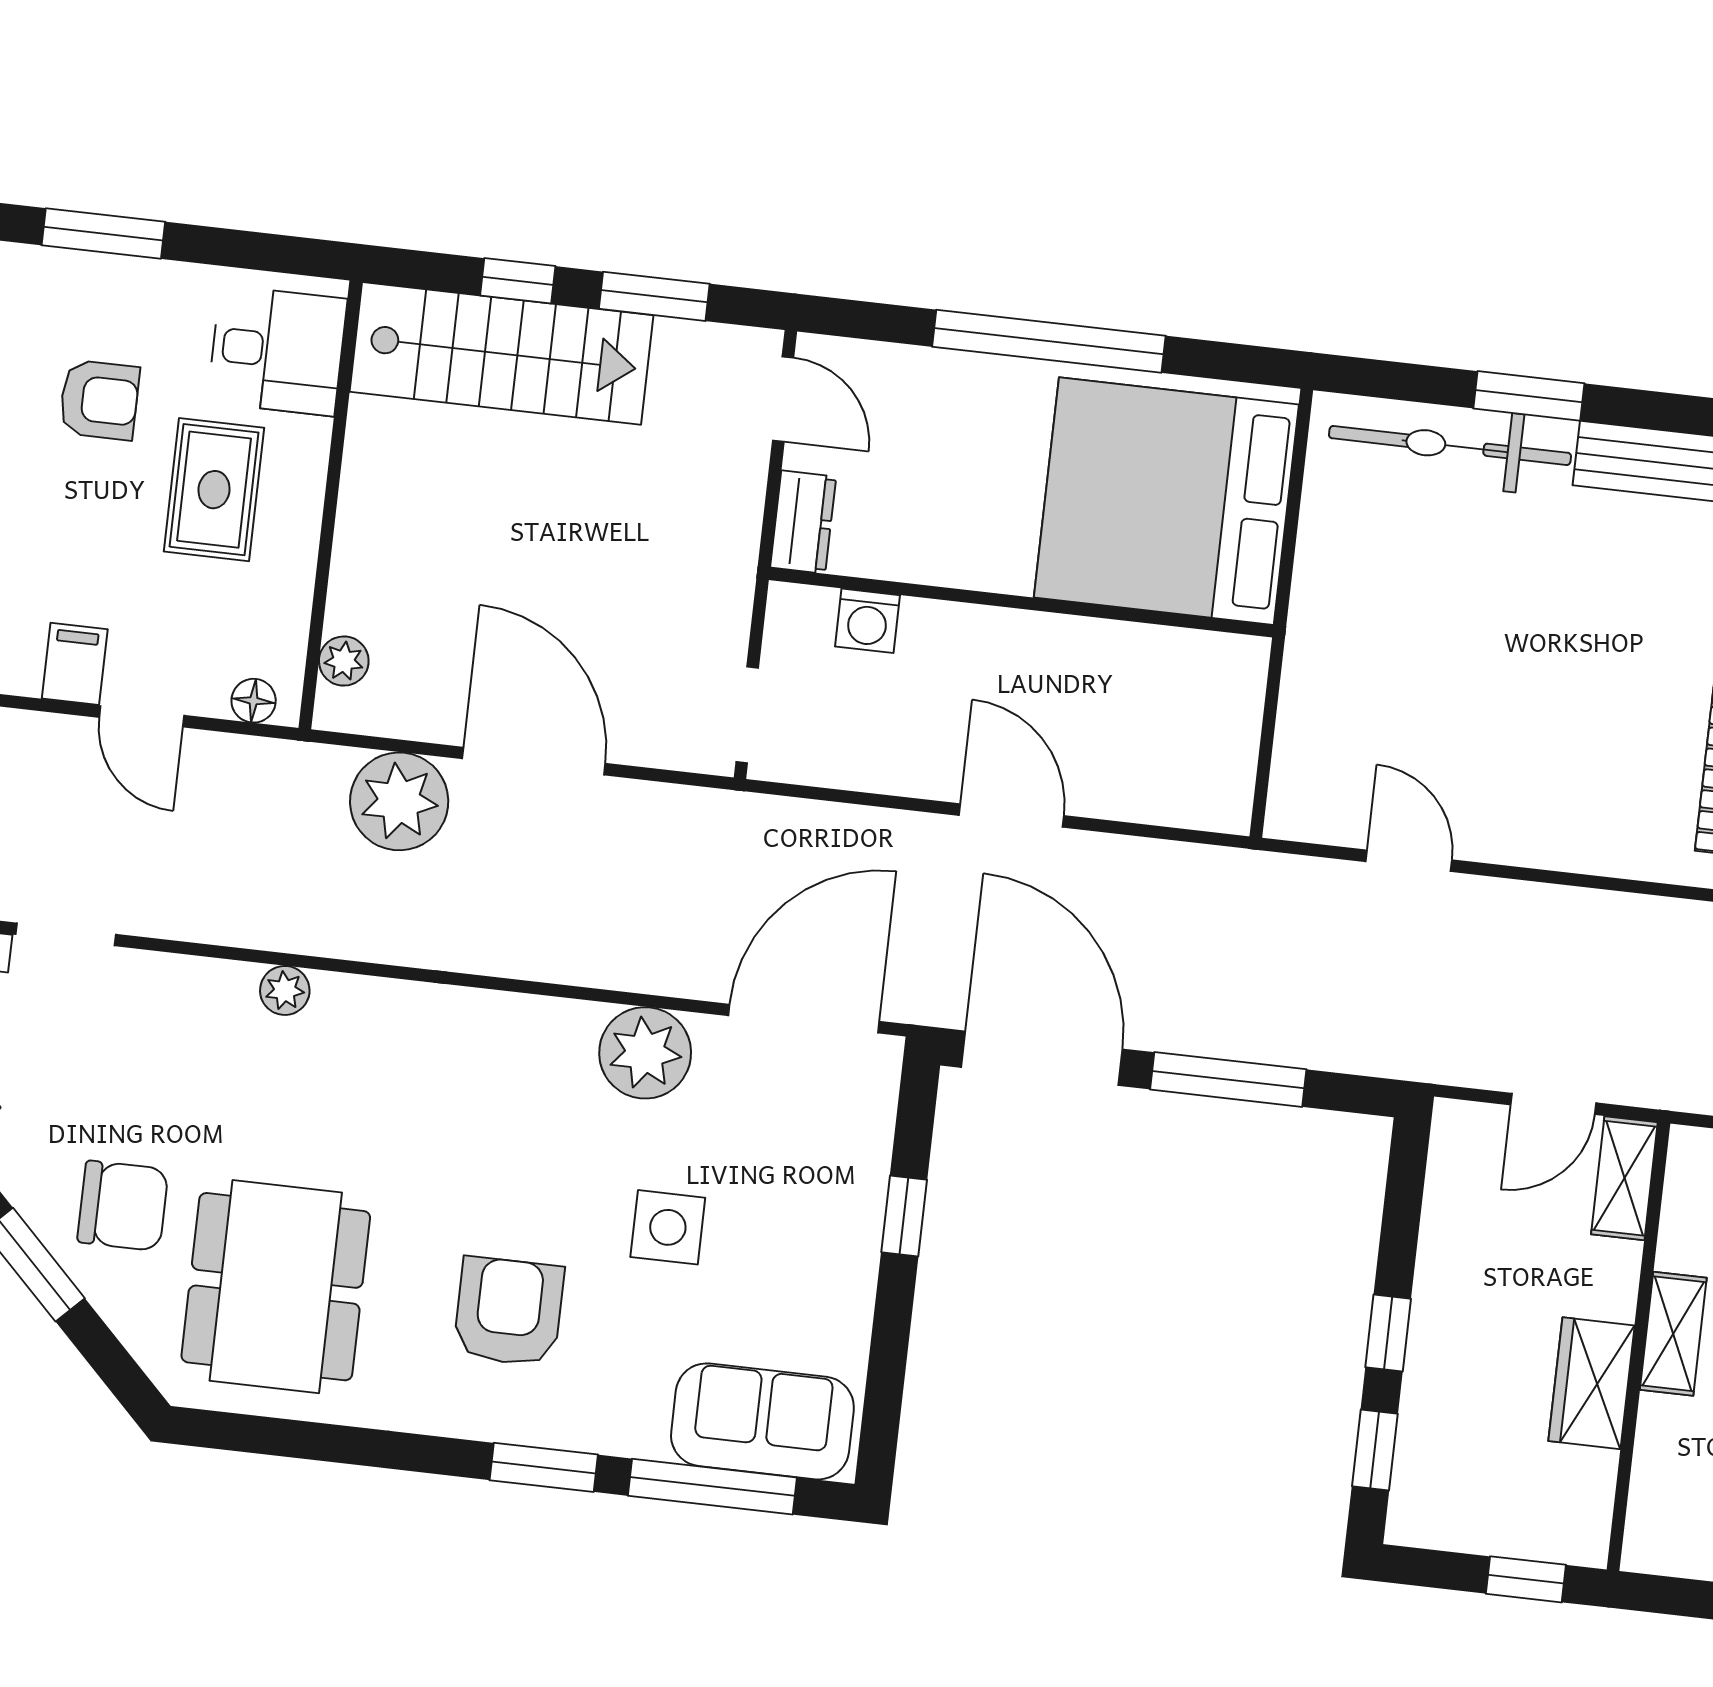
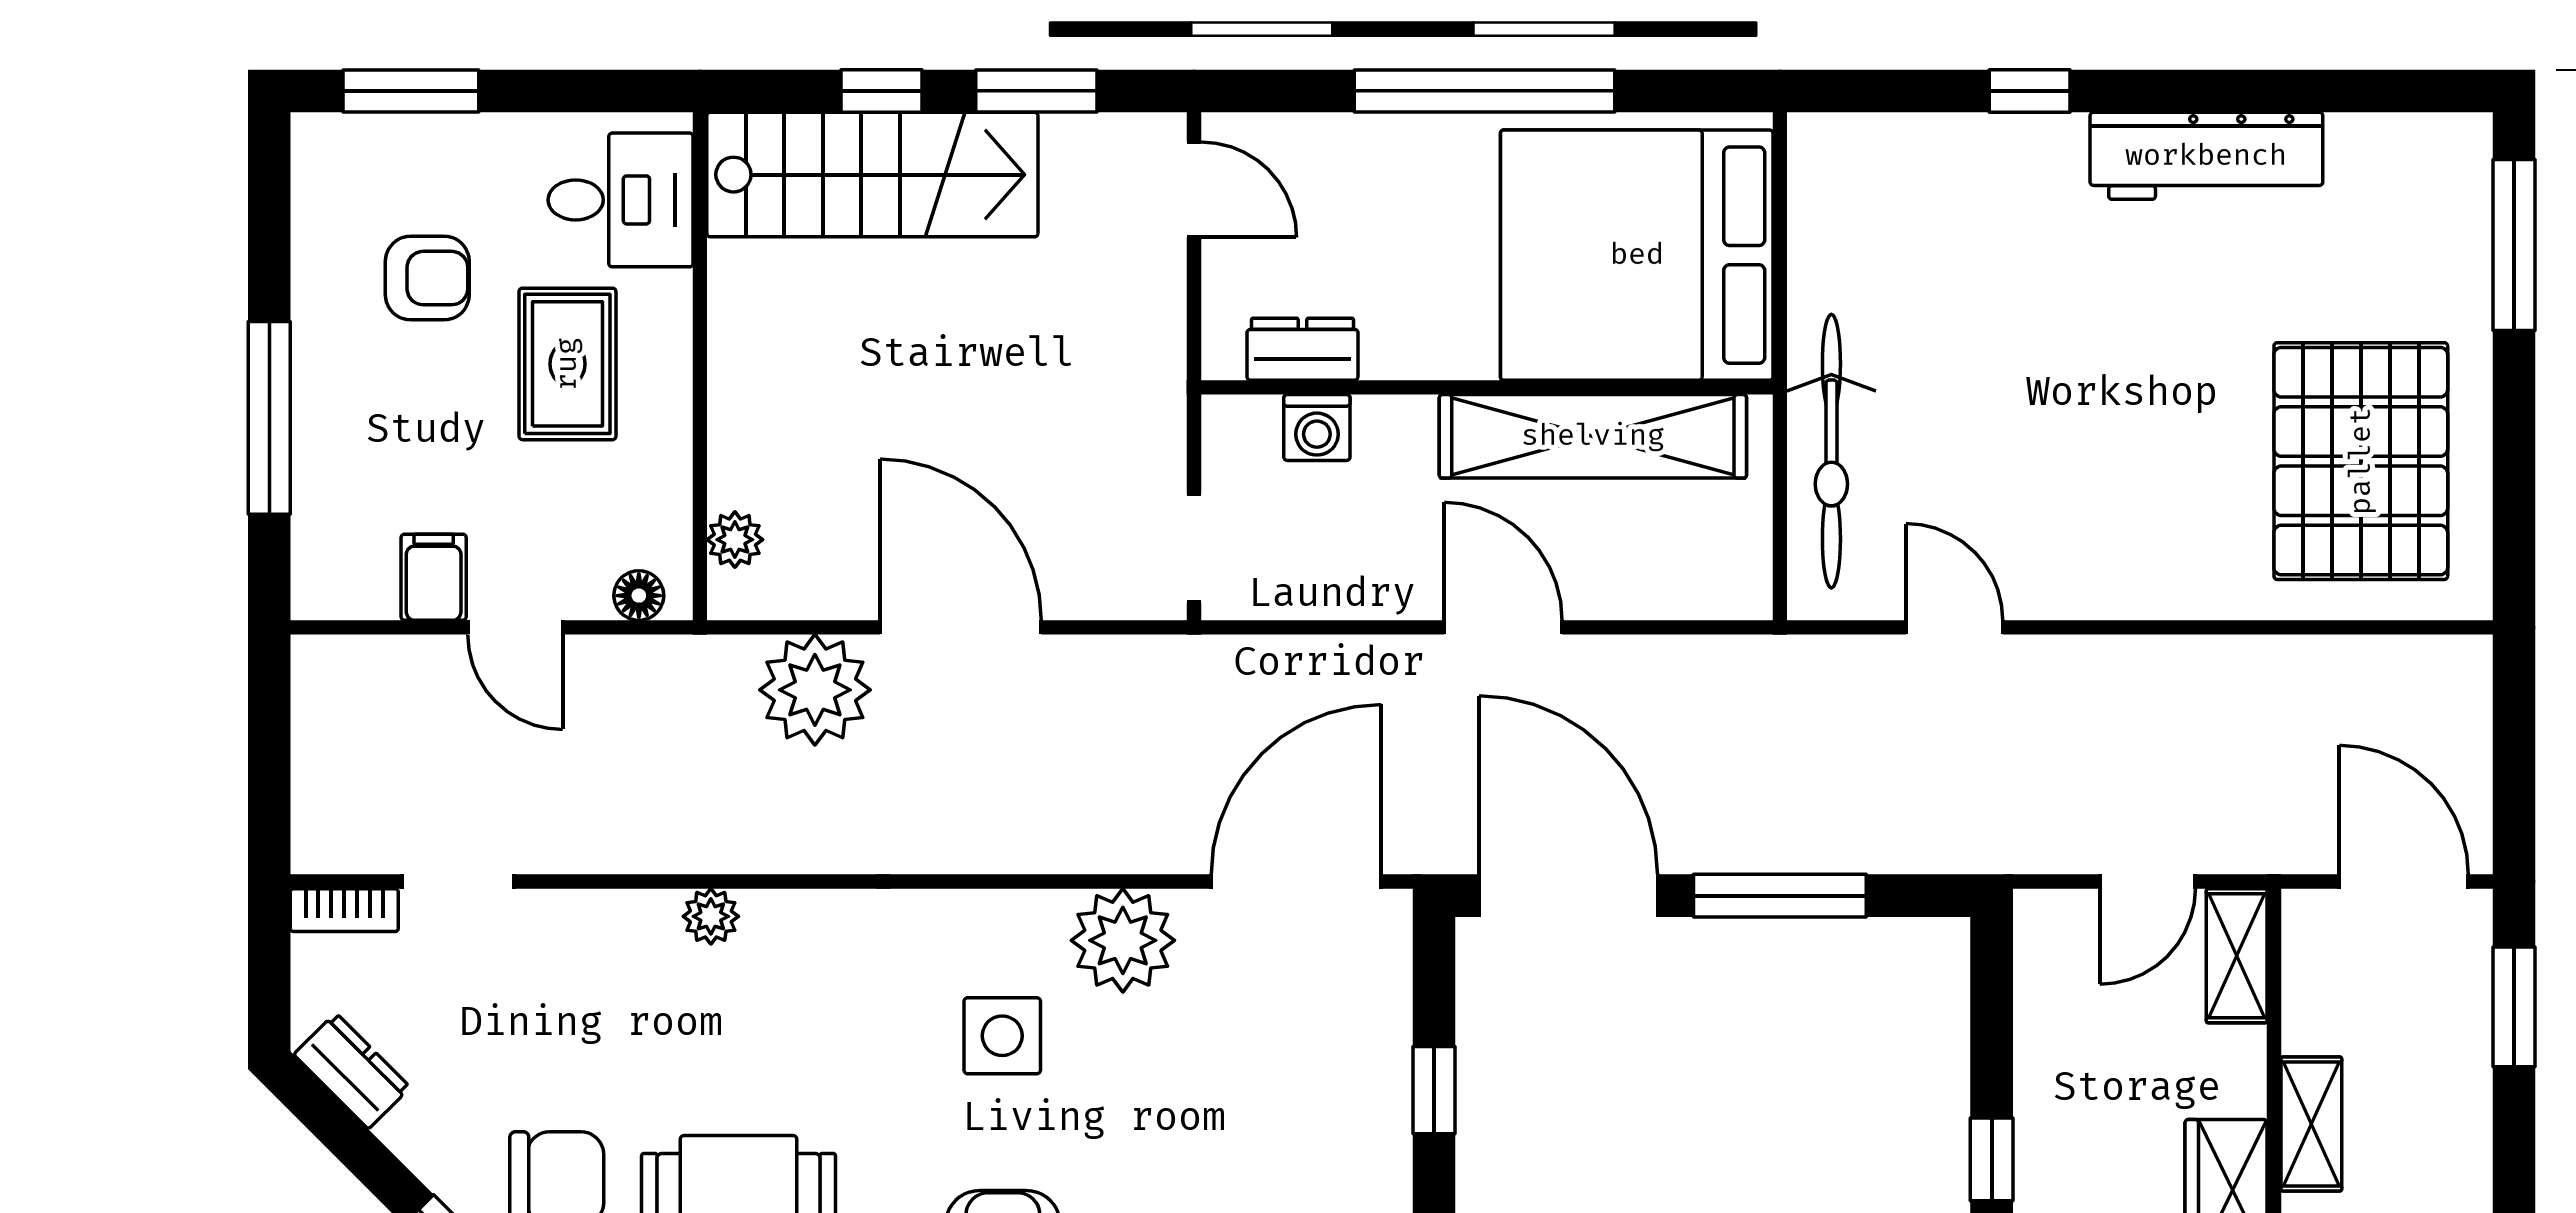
window: (1529, 396) -> (2030, 91), width x0.67
bicycle: (1450, 446) -> (1831, 451), moved, turned -90
dresser: (803, 522) -> (1302, 349), moved, turned -90
shelving: (1110, 656) -> (1593, 436), added
side table: (668, 1227) -> (1002, 1036), moved

